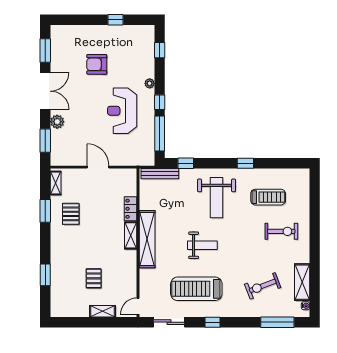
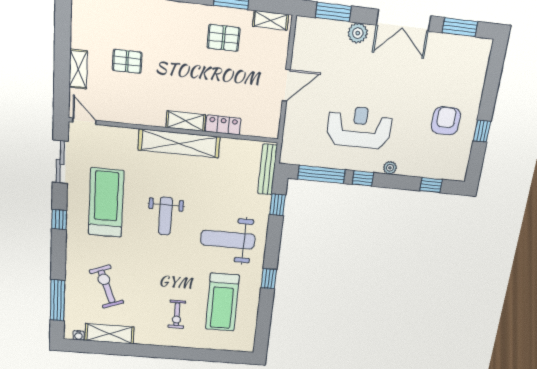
armchair: (97, 64) -> (446, 121), moved
treadmill: (268, 197) -> (222, 302), width x1.37, depth x1.38
exercise bike: (281, 231) -> (177, 314), width x0.73, depth x0.72

